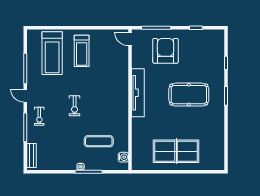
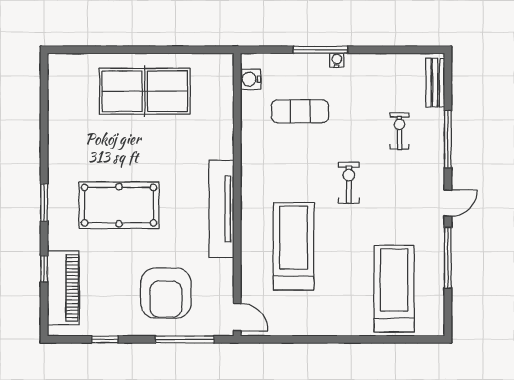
treadmill: (82, 51) -> (294, 246), moved, width x1.37, depth x1.38
piano: (216, 53) -> (63, 288), added
door: (25, 96) -> (448, 203), hinge flipped
exercise bike: (39, 116) -> (399, 131), moved

